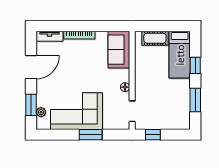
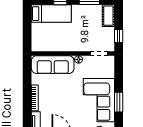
cot: (155, 38) -> (108, 16), moved
sofa: (119, 50) -> (53, 65), width x1.36
window: (91, 135) -> (119, 102), moved

